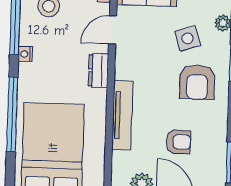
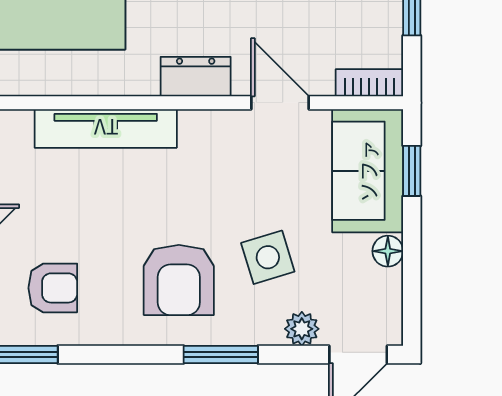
armchair: (197, 82) -> (179, 280), turned -90
armchair: (178, 142) -> (53, 288), moved, turned -90

